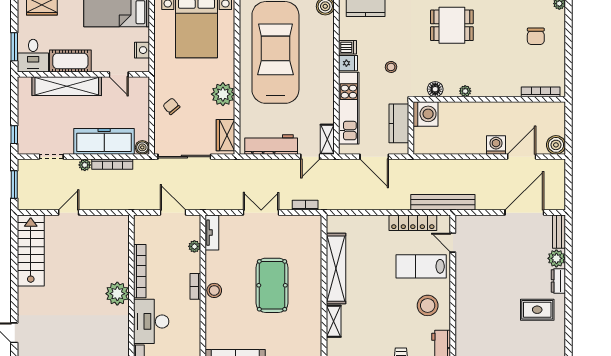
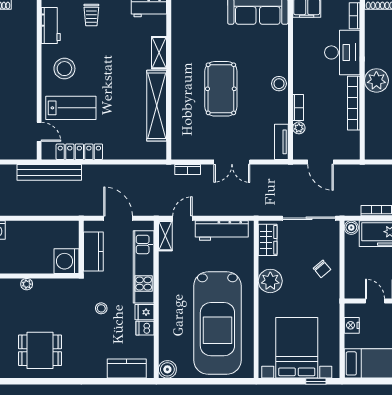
floor lamp: (435, 89) -> (57, 286), removed
bookcase: (195, 286) -> (298, 108), moved

